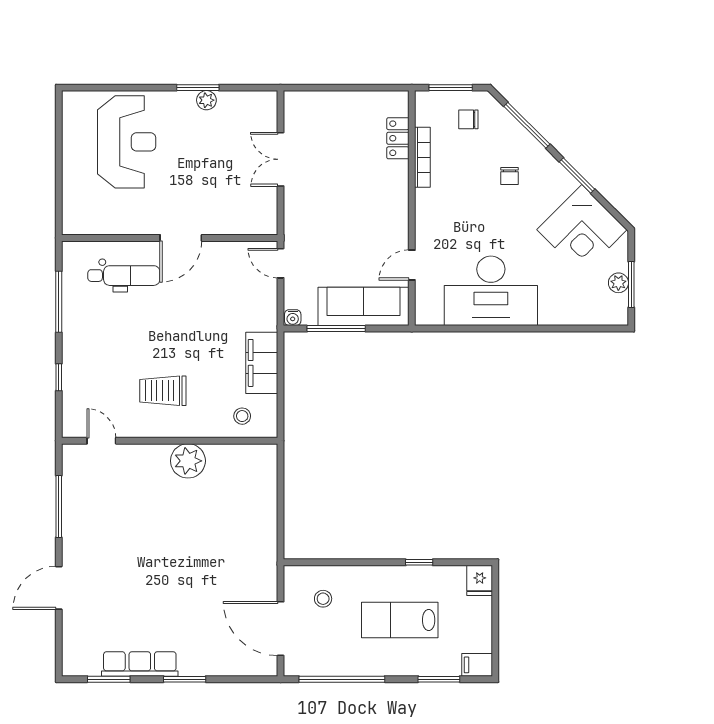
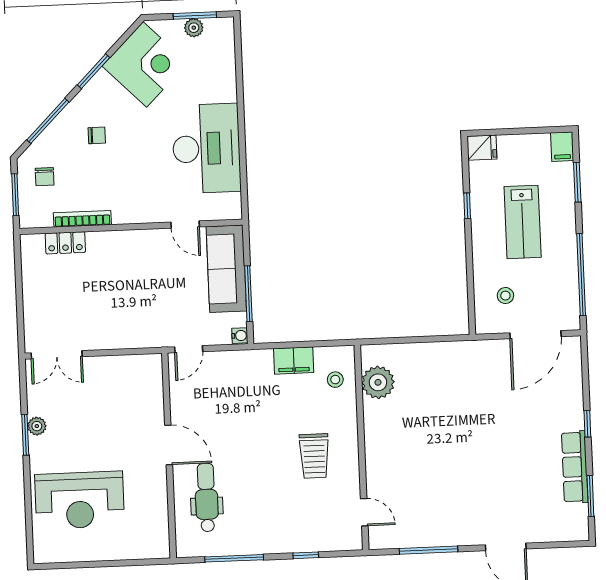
reception desk: (127, 142) -> (80, 500), turned 180
double door: (281, 159) -> (57, 355), moved
filing cabinet: (262, 363) -> (294, 360), width x0.67, depth x0.86
door: (101, 441) -> (364, 512), swing flipped
plant: (188, 461) -> (378, 382), moved
window: (185, 679) -> (587, 424), width x0.67

